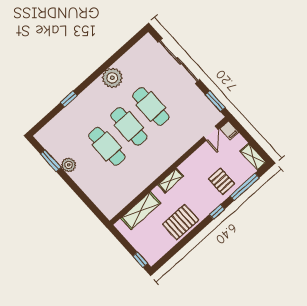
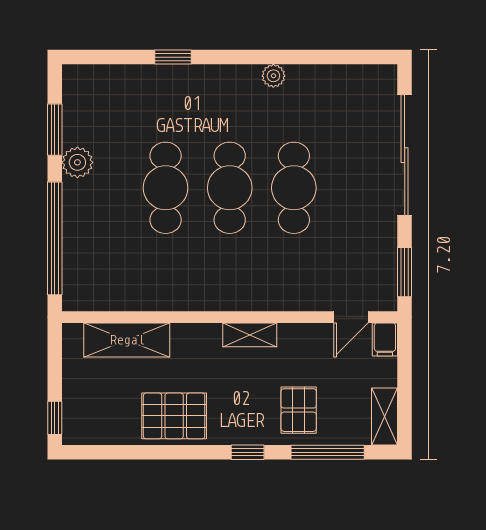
plant: (112, 78) -> (273, 76), width x0.53, depth x0.53
shelving: (171, 180) -> (250, 335), moved
window: (84, 198) -> (55, 238), added

